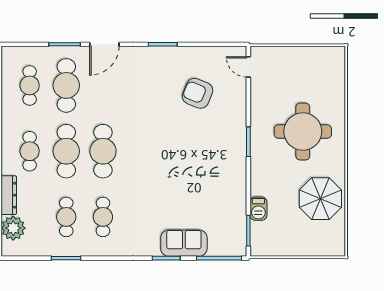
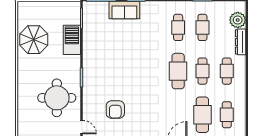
armchair: (198, 93) -> (115, 110), turned 68
round table: (303, 132) -> (57, 98), moved
cafe table: (66, 151) -> (202, 71), width x0.73, depth x0.74
barbecue: (258, 209) -> (72, 40), width x1.88, depth x1.53

